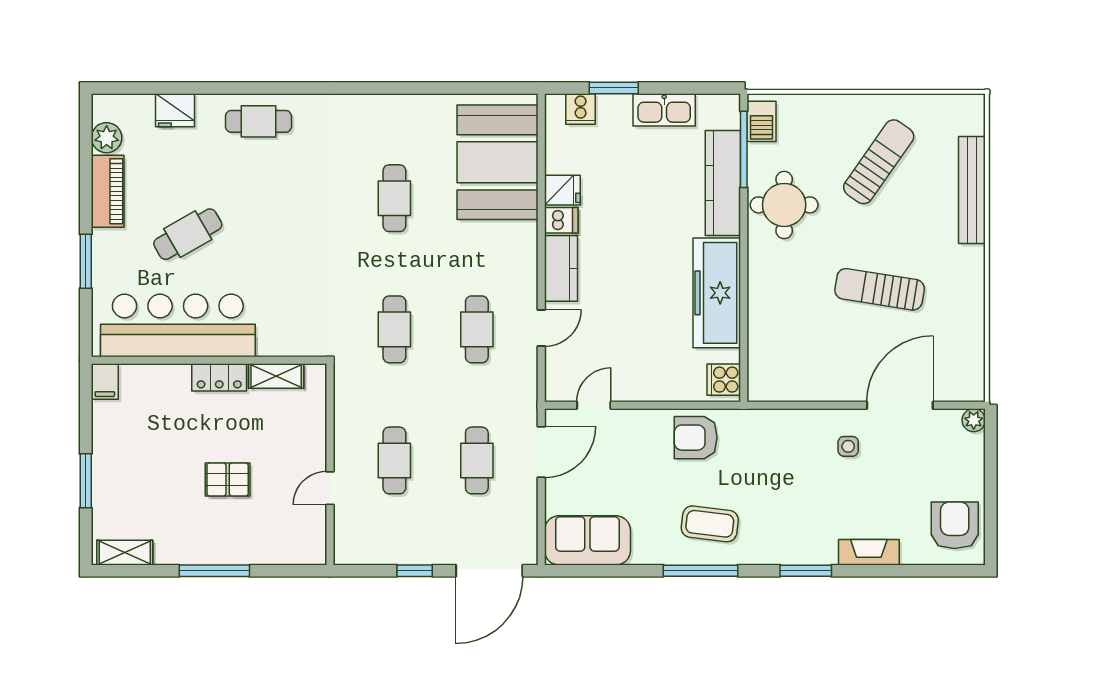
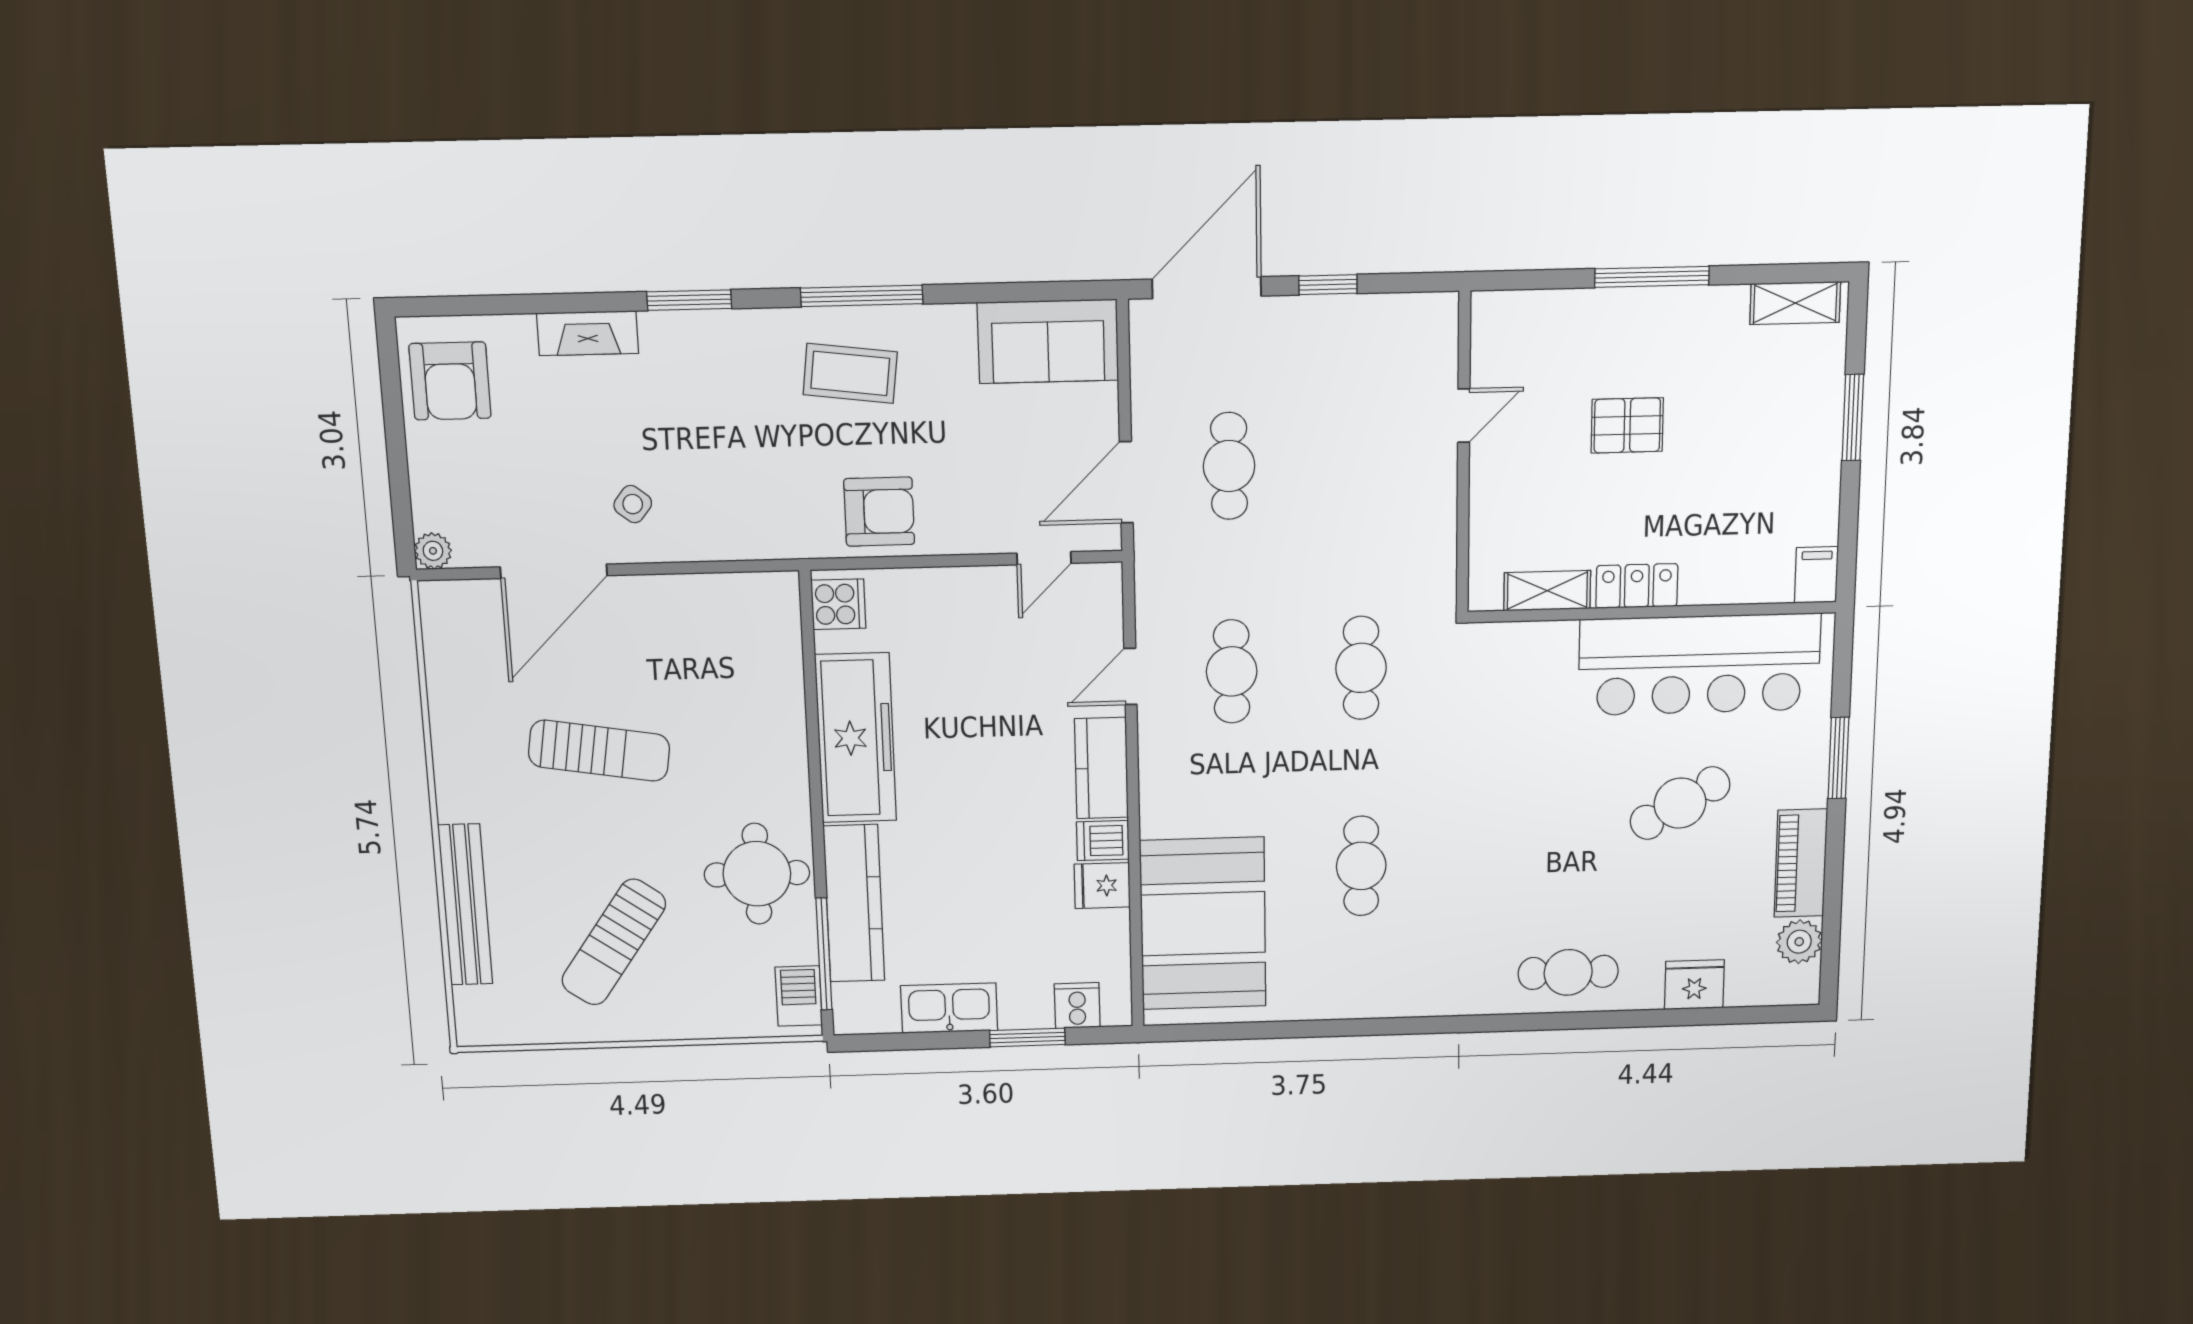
side table: (848, 446) -> (633, 504), turned 38
cafe table: (394, 460) -> (1361, 463), removed

